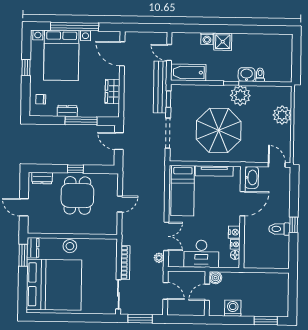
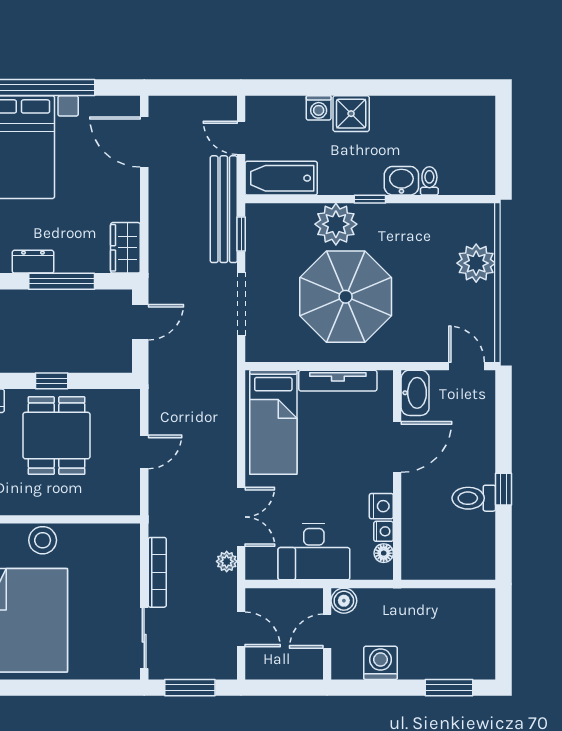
wardrobe: (112, 91) -> (125, 248), moved
plant: (240, 96) -> (336, 224), moved
door: (119, 141) -> (140, 322), swing flipped

